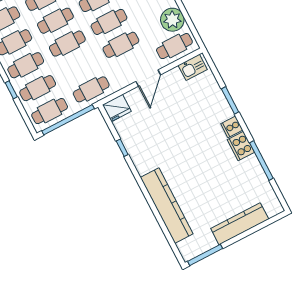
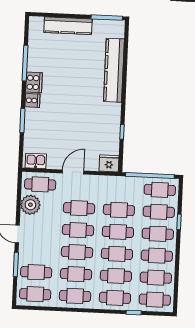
cafe table: (91, 89) -> (119, 210), moved

